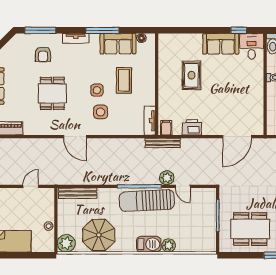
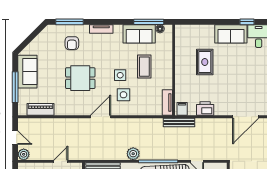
window: (102, 30) -> (149, 22), moved
dining table: (52, 93) -> (80, 78), turned 90
door: (75, 137) -> (101, 117), swing flipped
plant: (167, 178) -> (133, 154), moved

